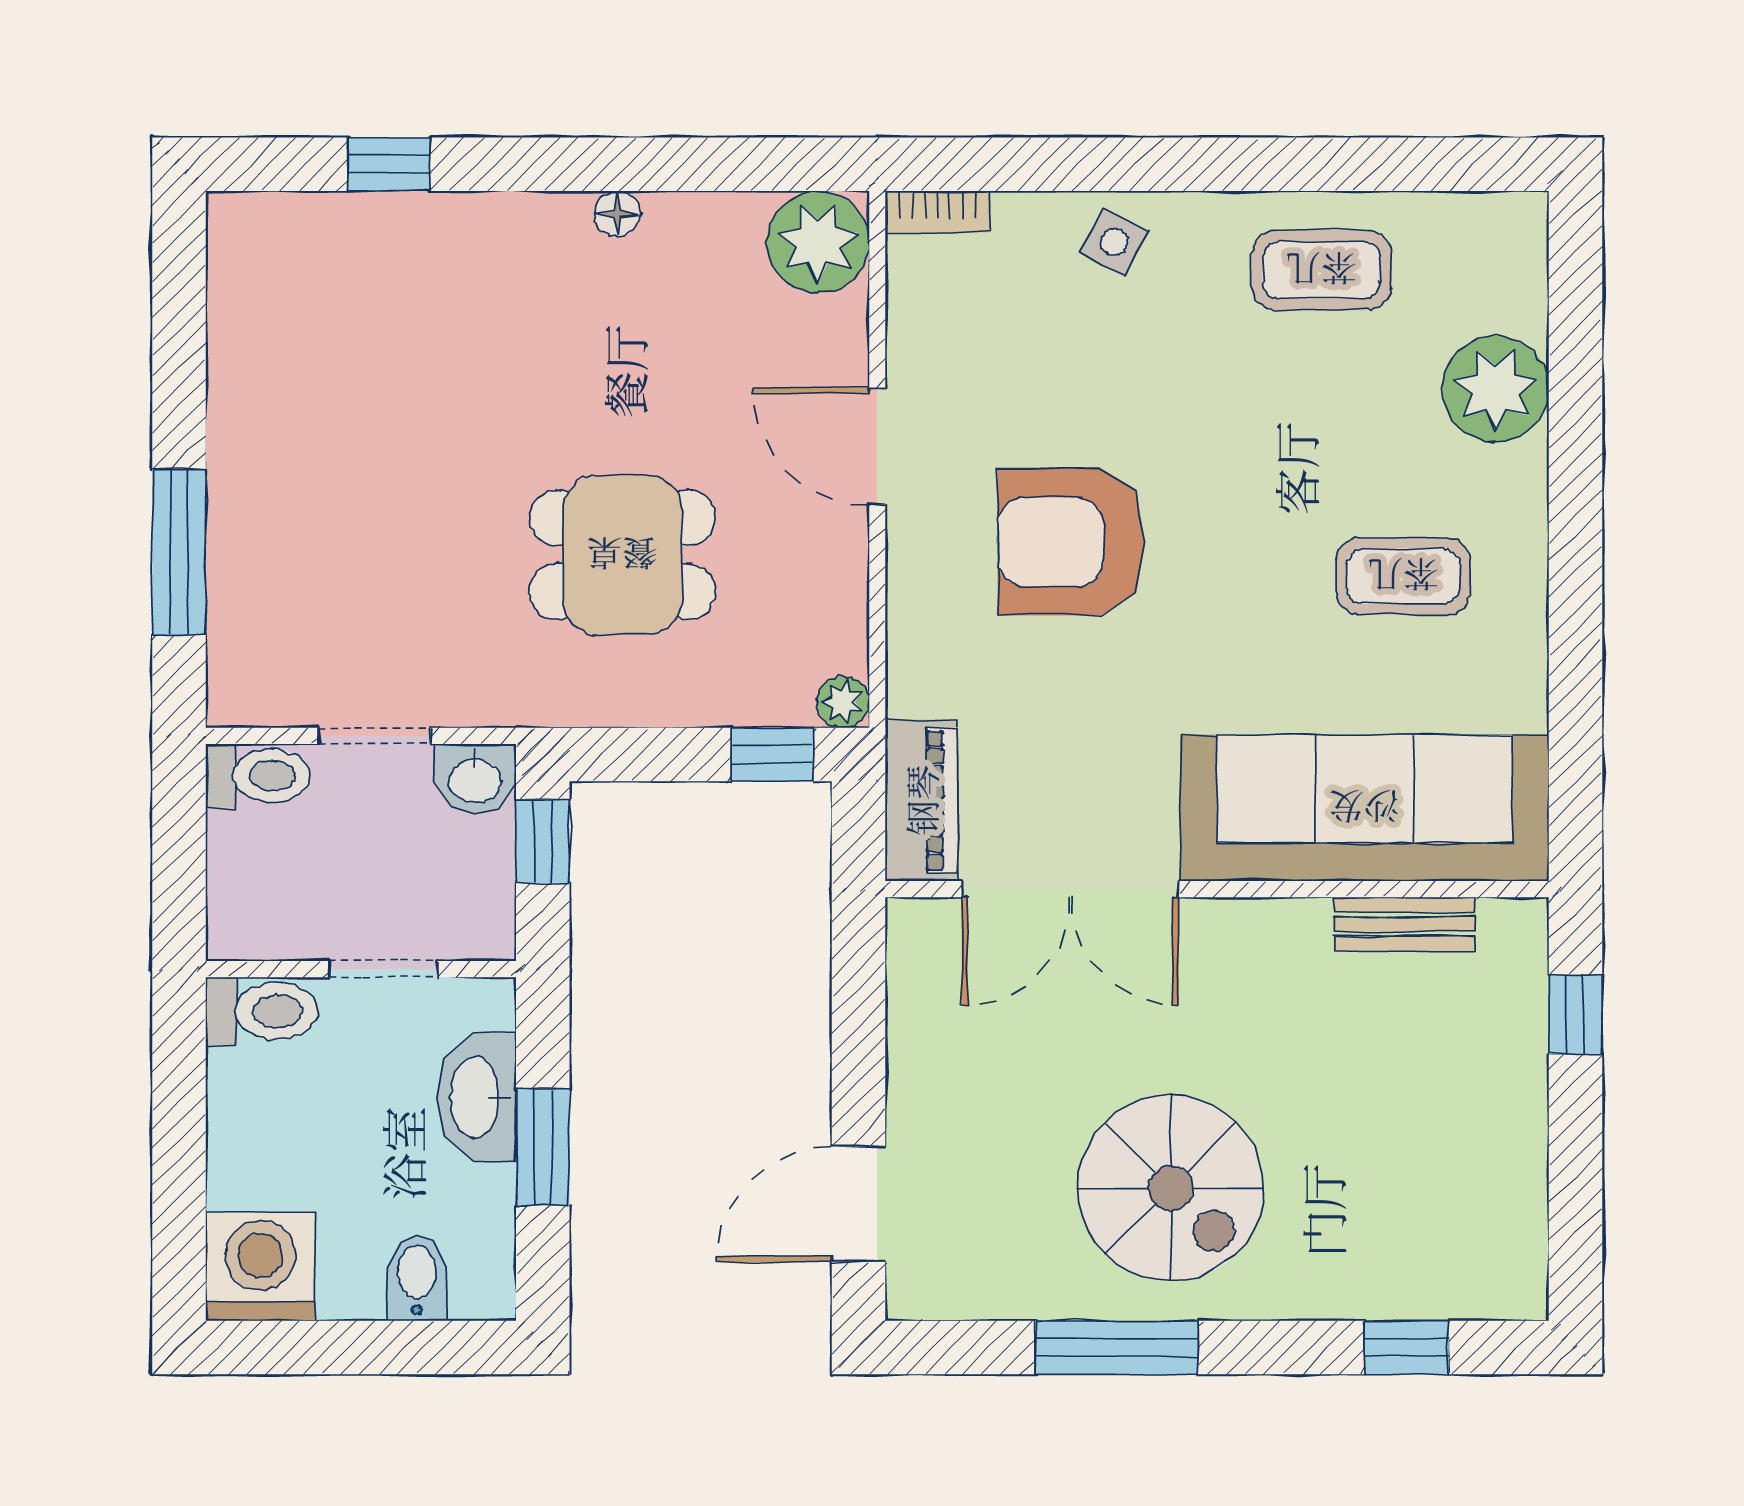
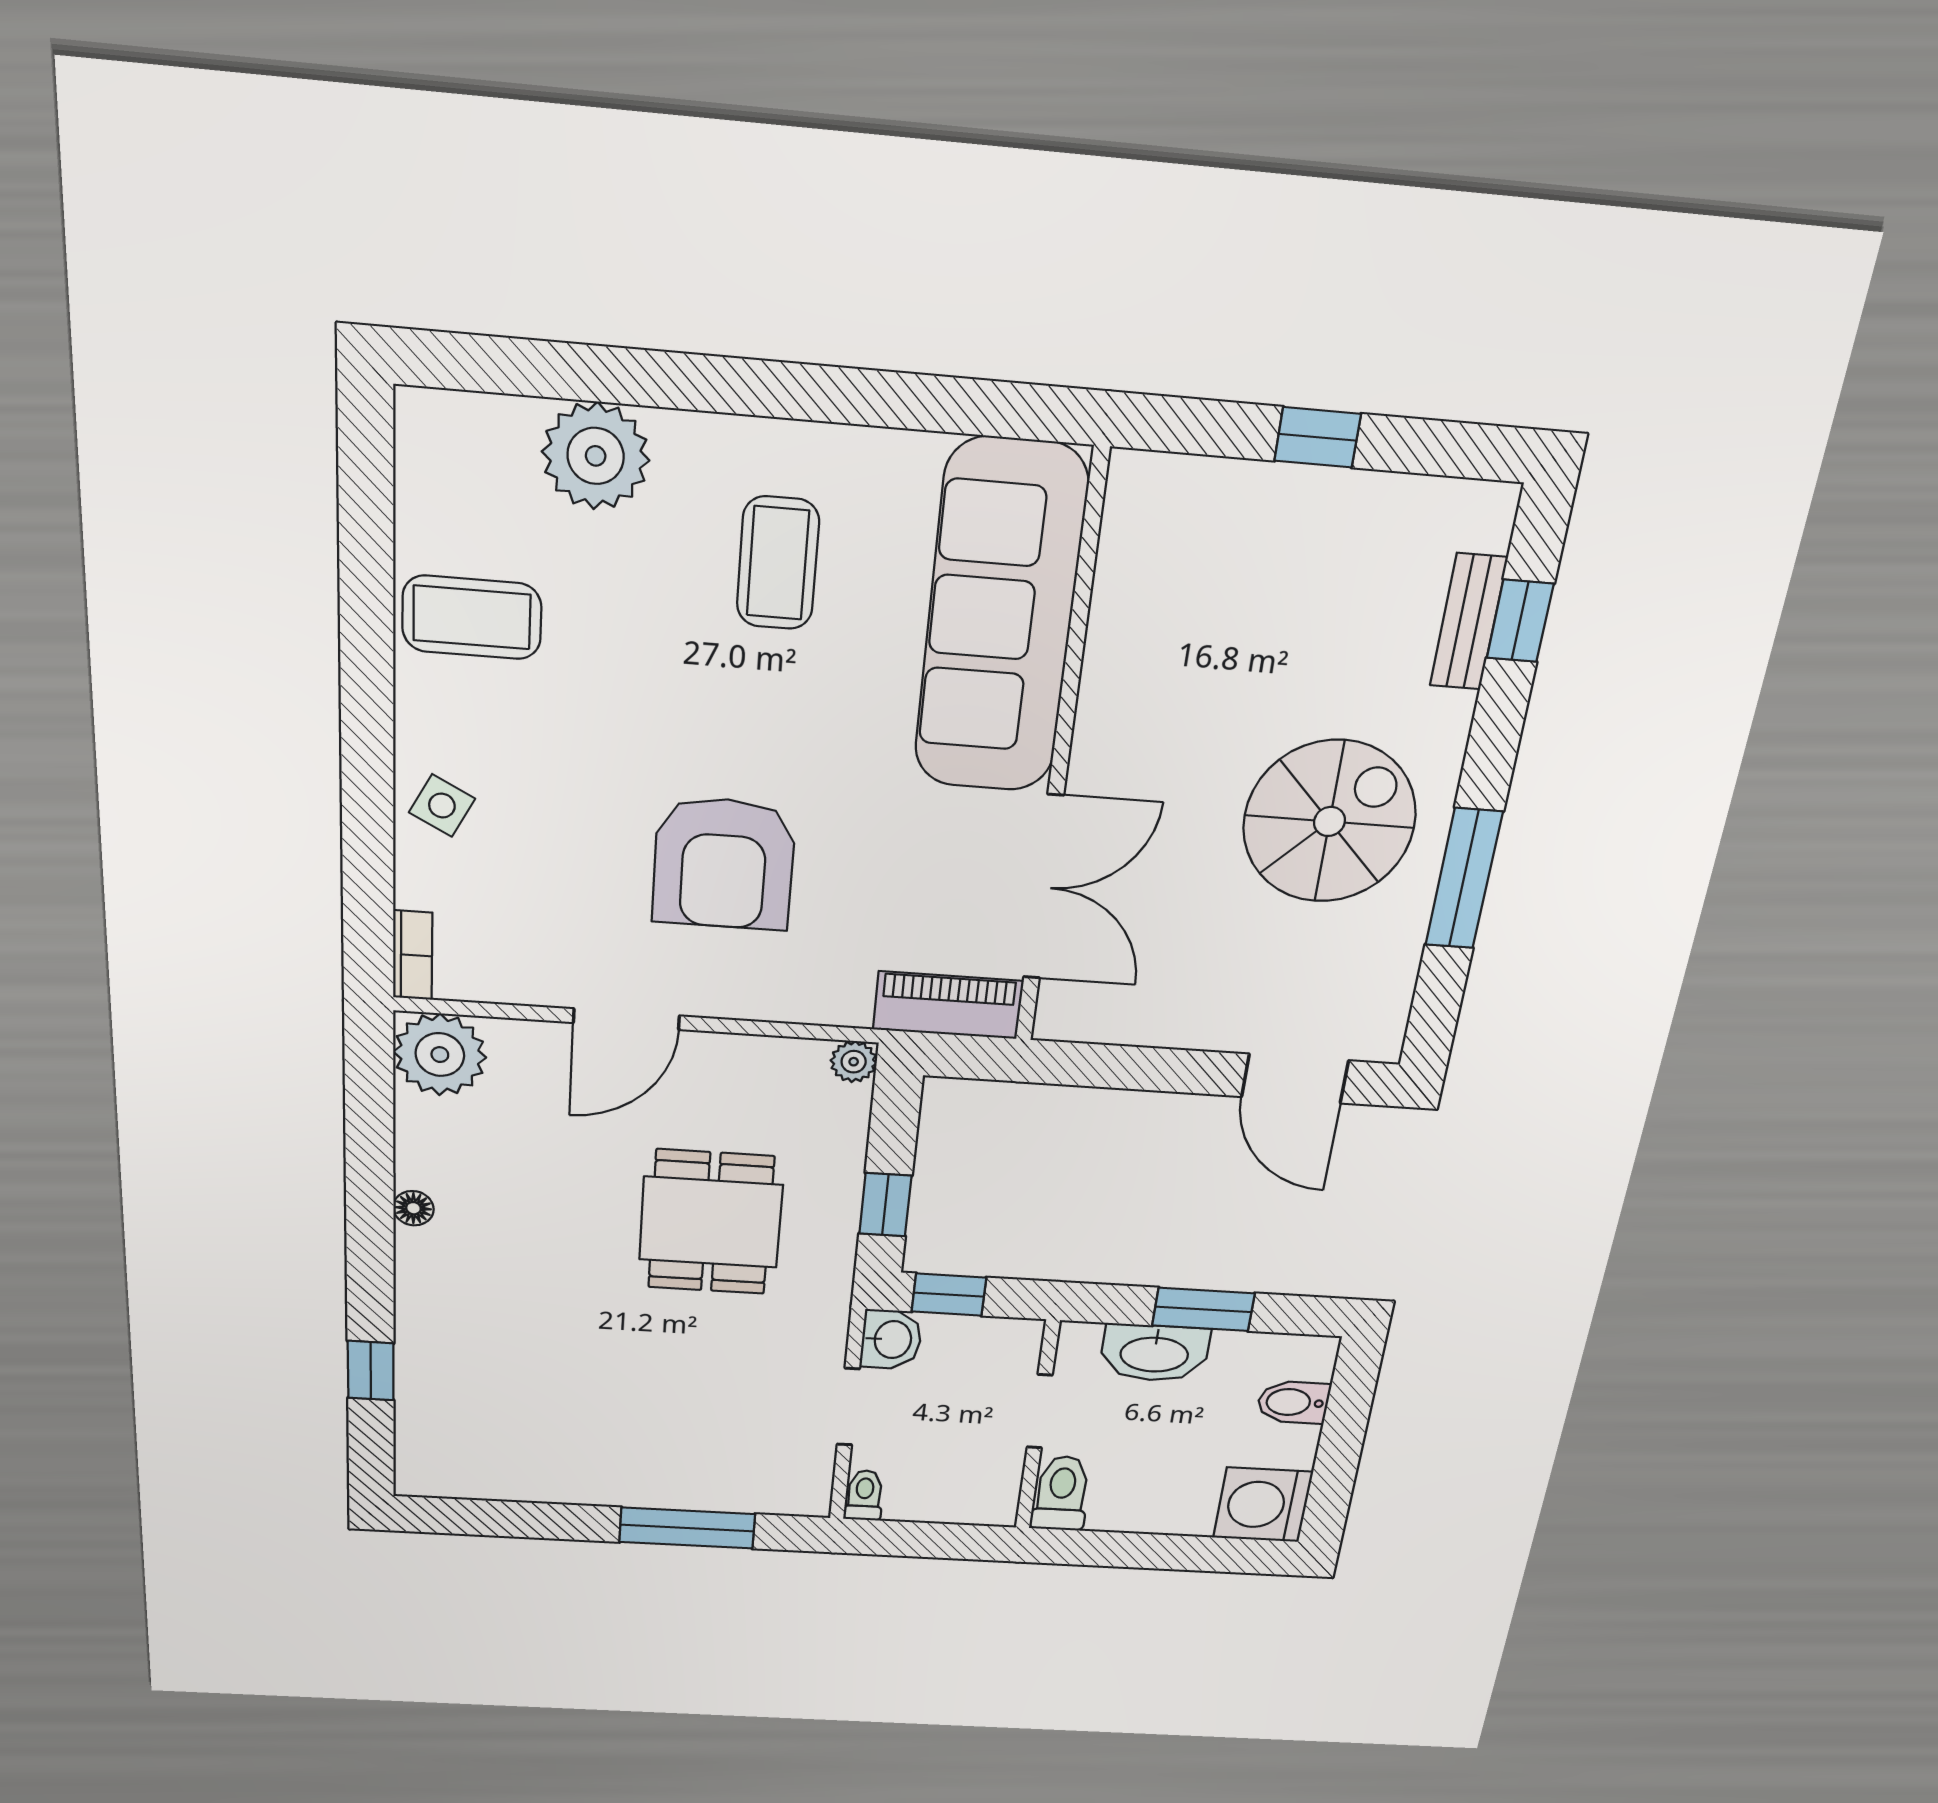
coffee table: (1321, 270) -> (472, 617), turned 90
window: (772, 755) -> (885, 1205), moved
toilet: (258, 776) -> (864, 1495), width x0.73, depth x0.72
bench: (1404, 924) -> (1469, 622), moved
window: (1576, 1015) -> (1318, 437), moved

